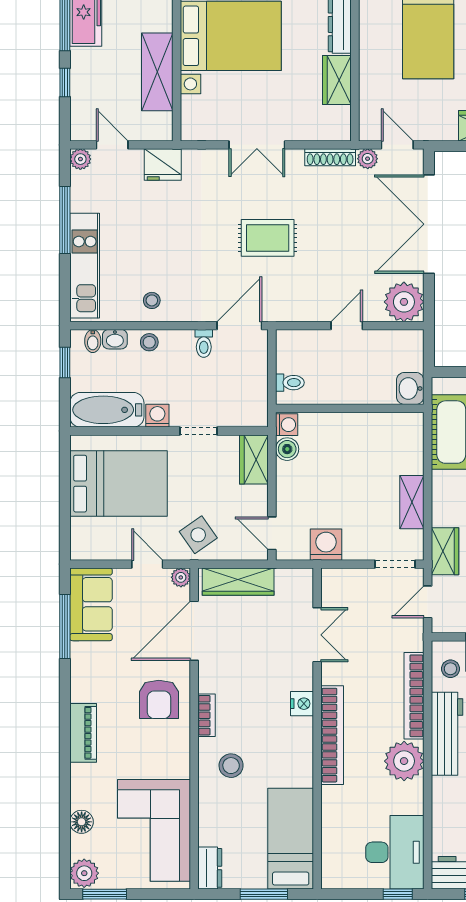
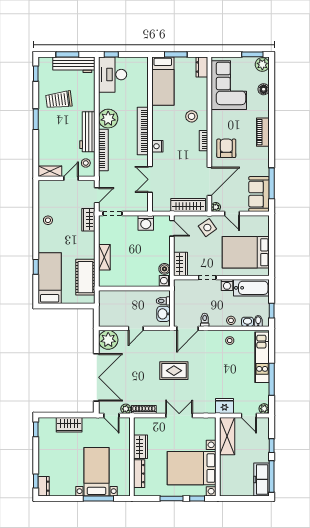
shelving: (157, 72) -> (227, 436), moved
washbasin: (410, 388) -> (163, 314), moved, turned 180
shelving: (412, 502) -> (104, 257), moved

